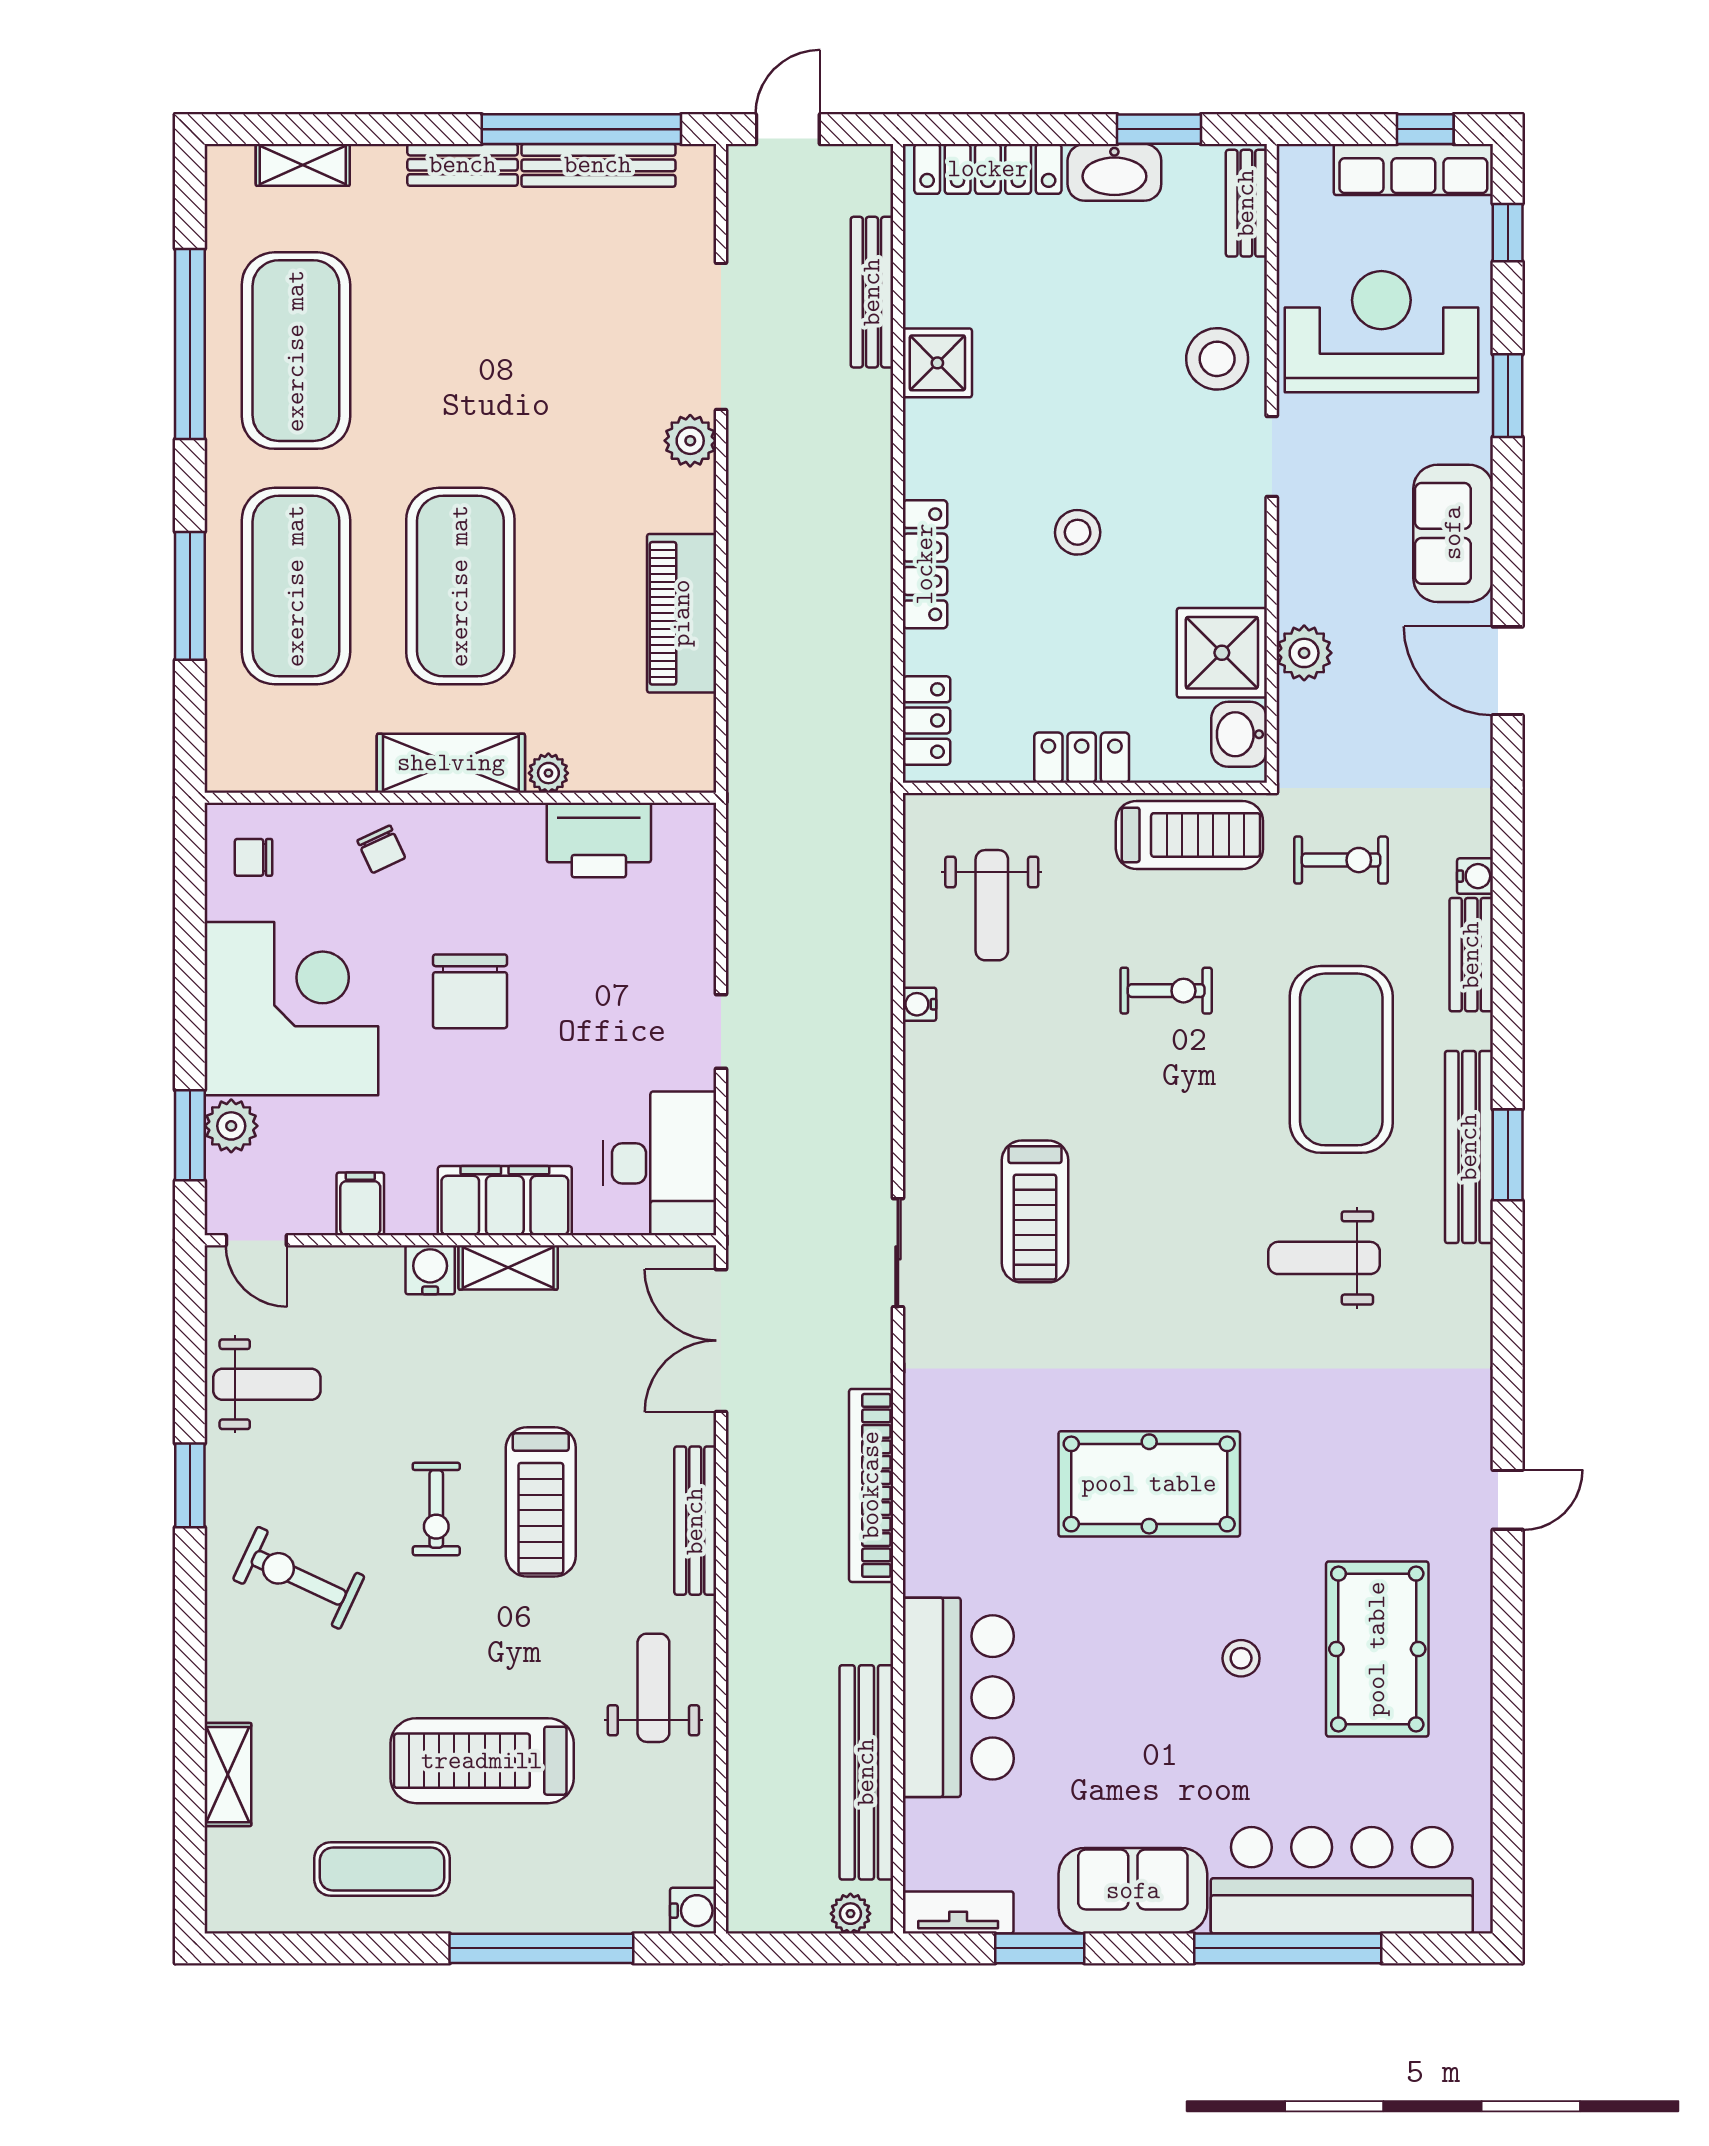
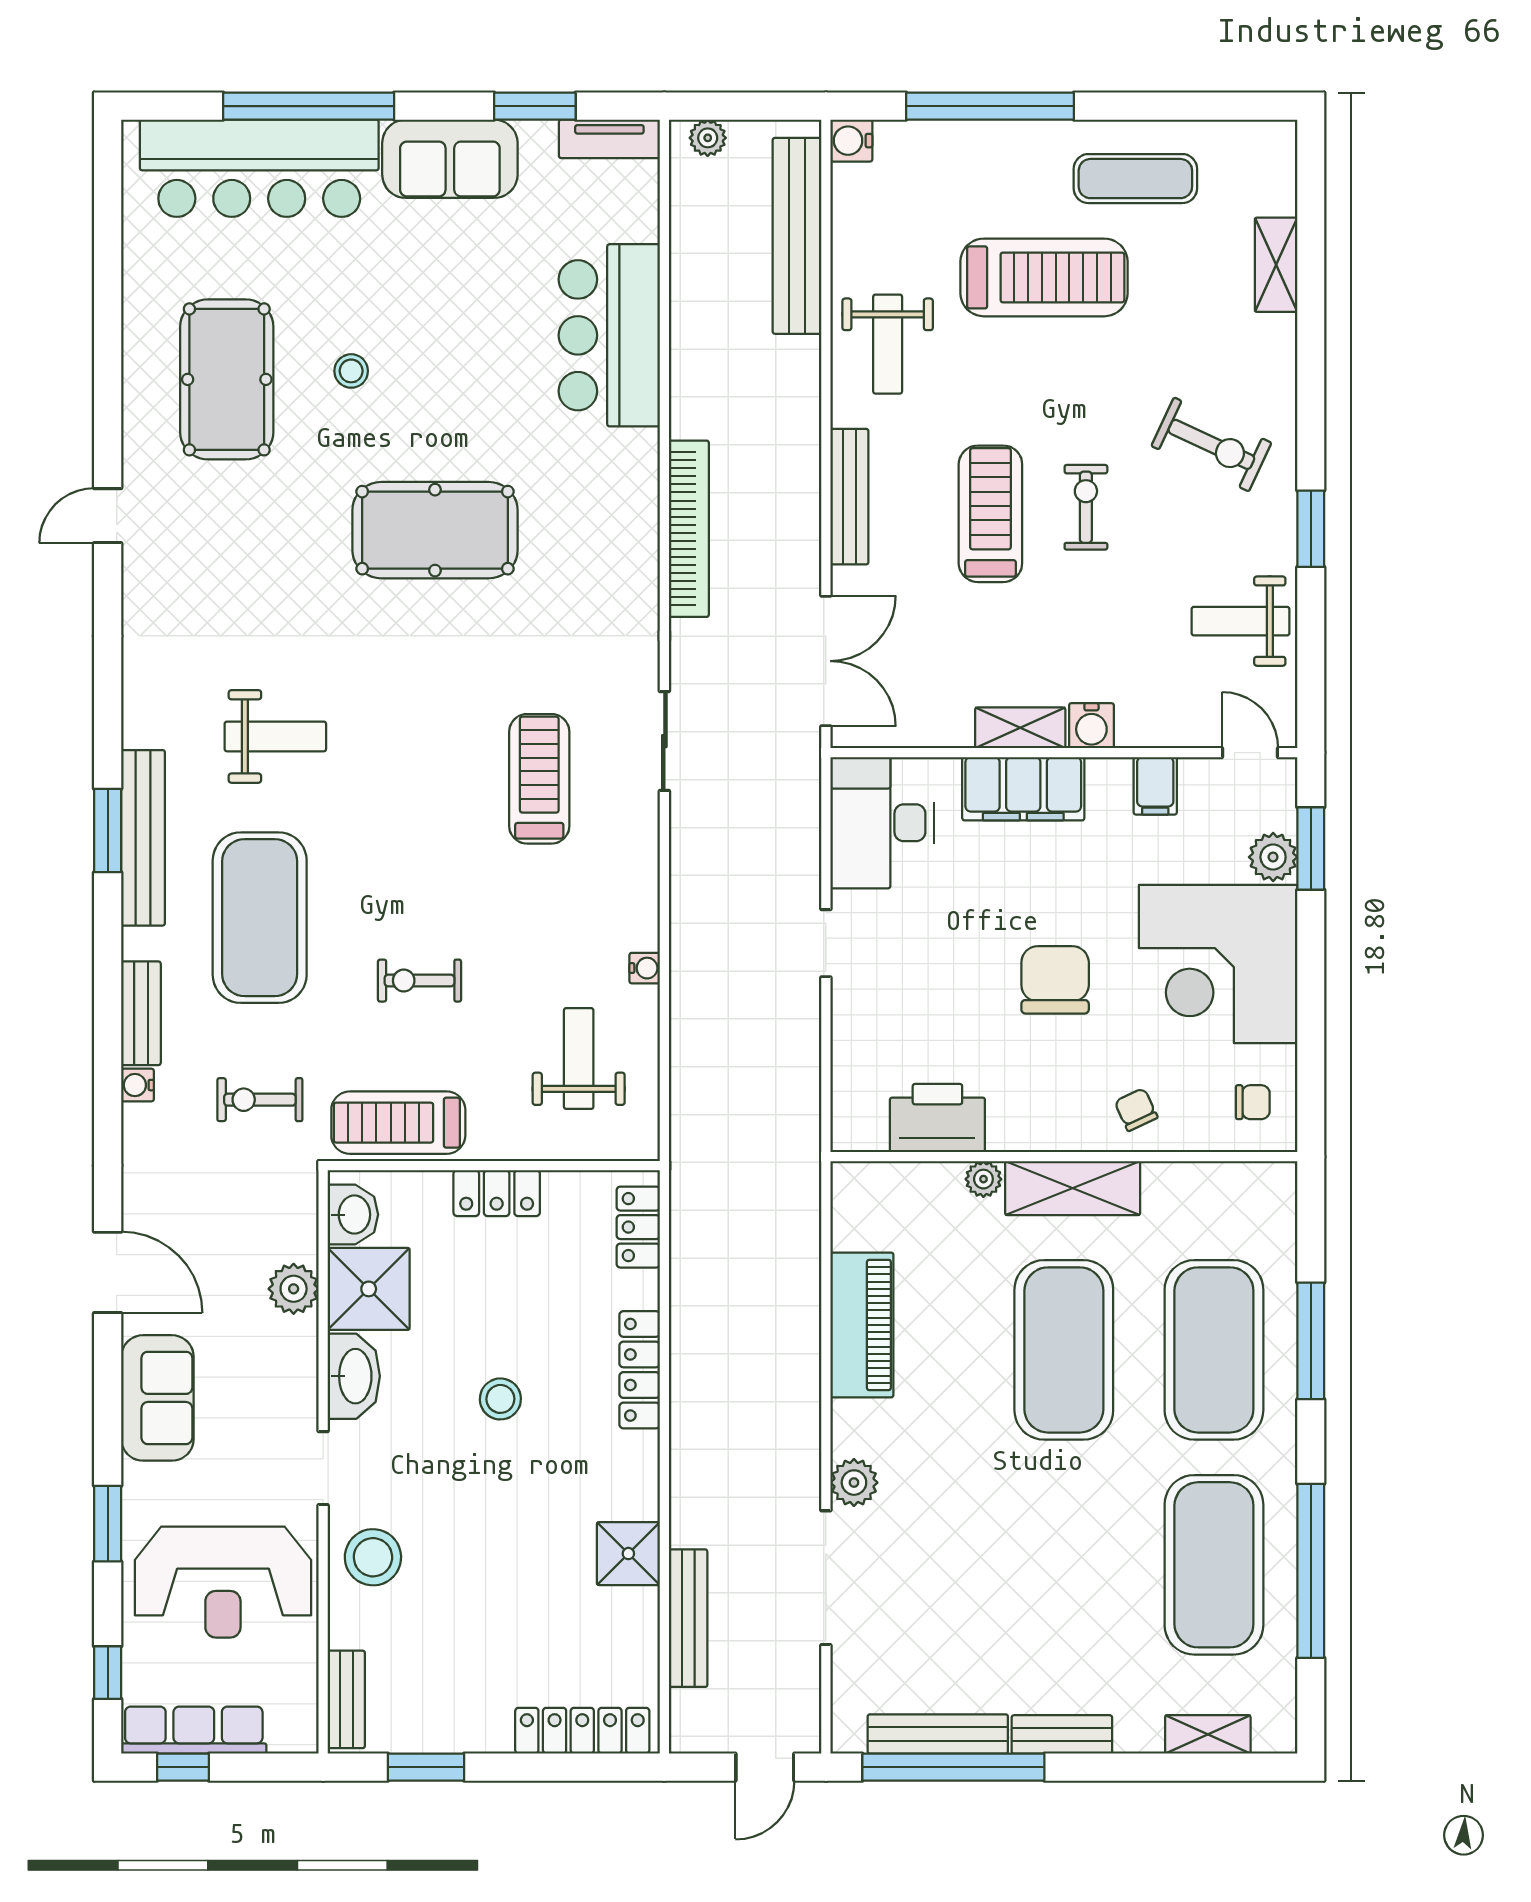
washbasin: (1114, 172) -> (354, 1376), moved, turned 90
bench: (866, 1772) -> (797, 236), moved

